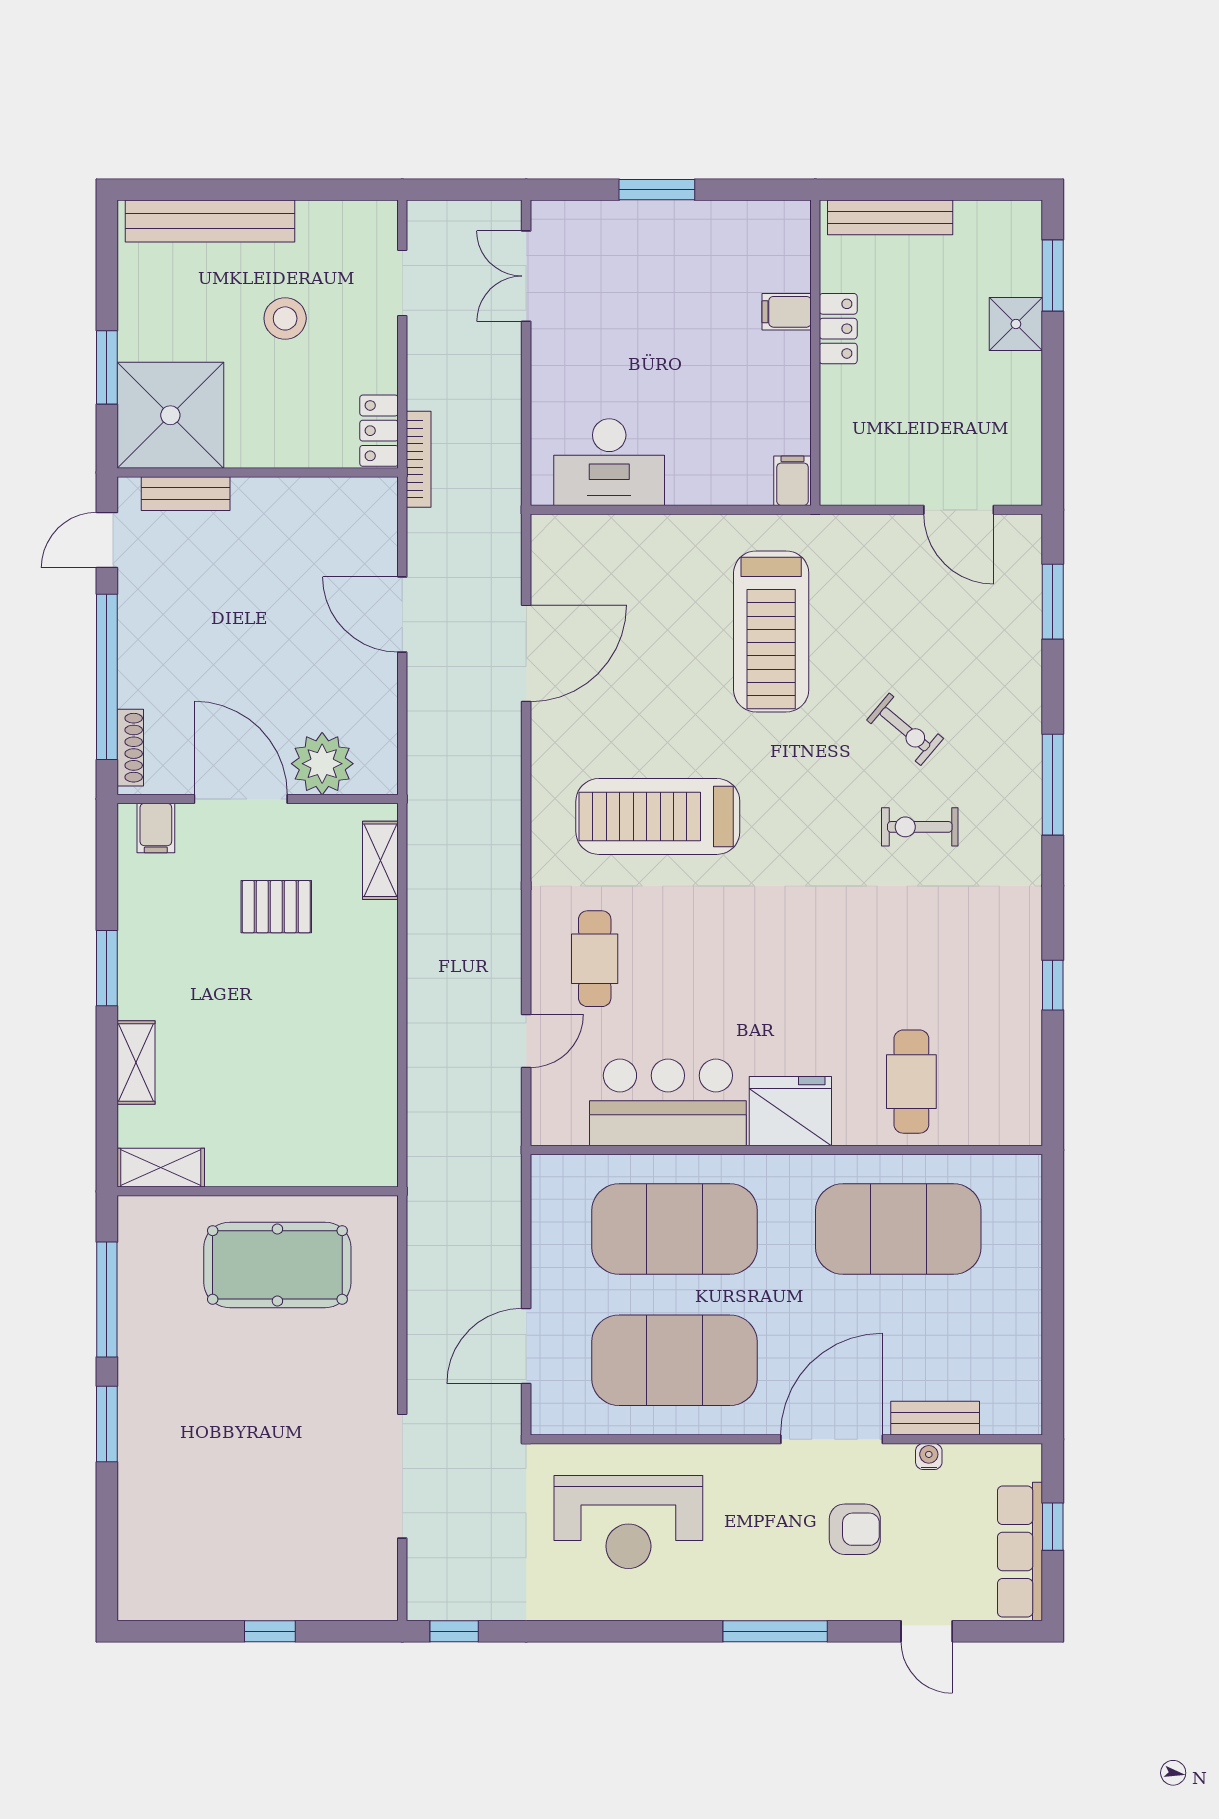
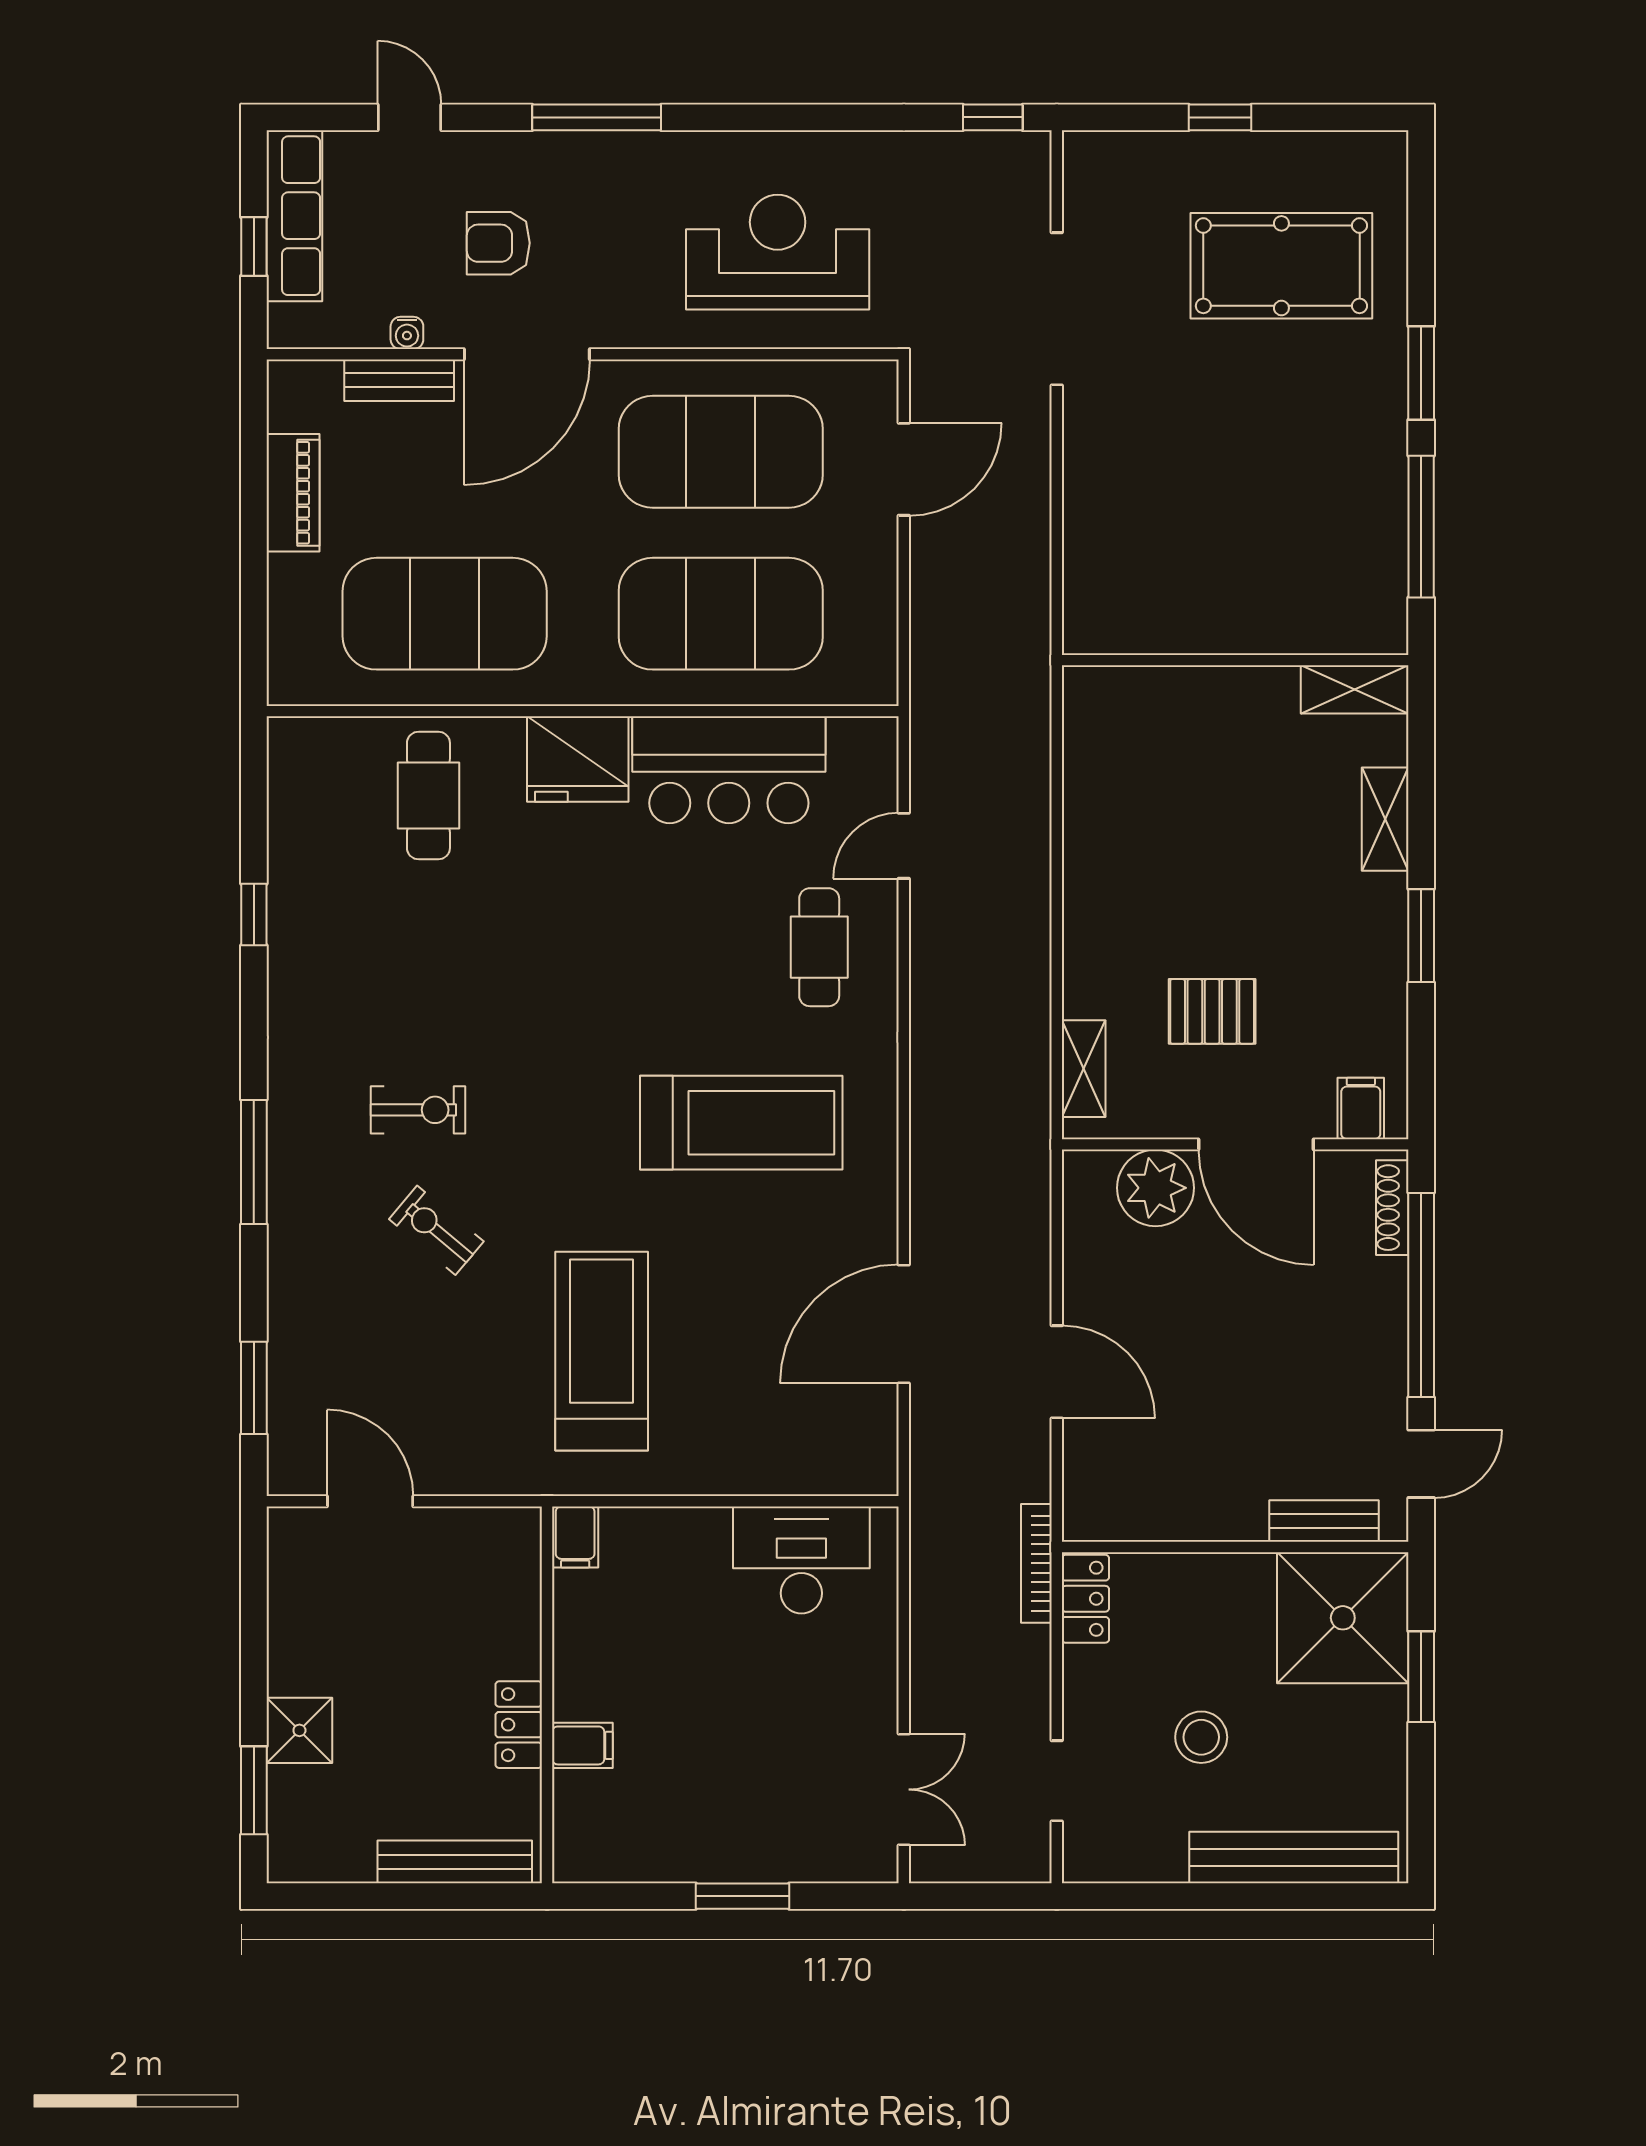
pool table: (277, 1265) -> (1281, 266), moved
piano: (1021, 1327) -> (293, 493), added

